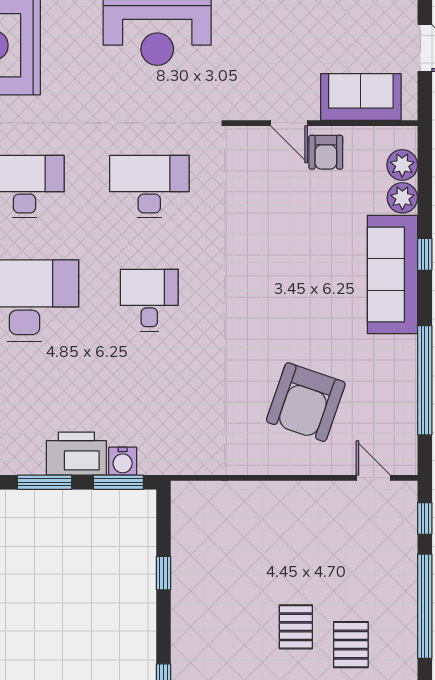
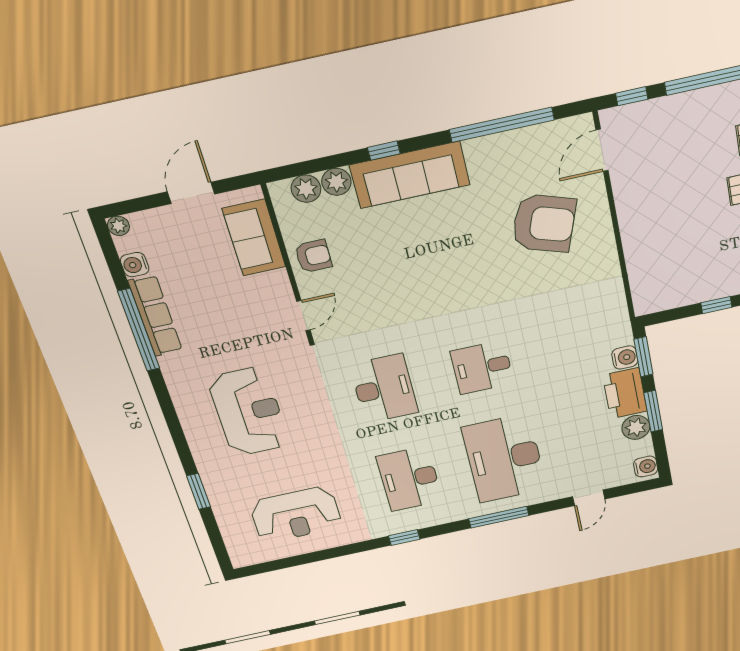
door: (289, 123) -> (303, 316), moved
desk: (149, 187) -> (384, 389), turned 180
plant: (28, 459) -> (636, 427), added
door: (373, 478) -> (602, 150), width x1.37

